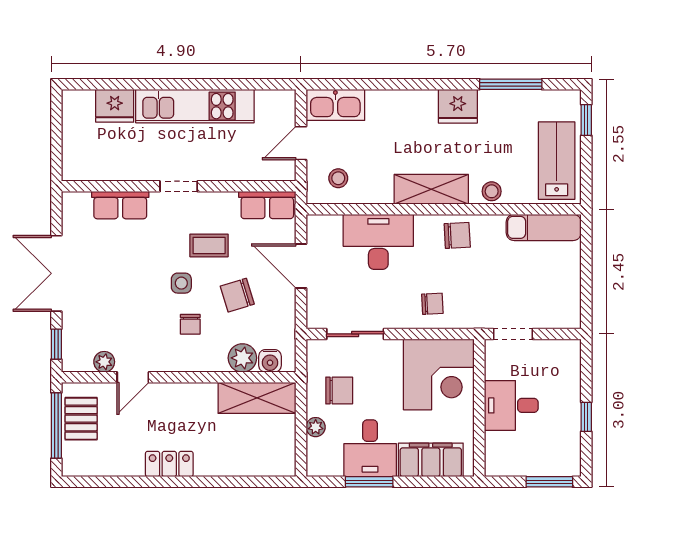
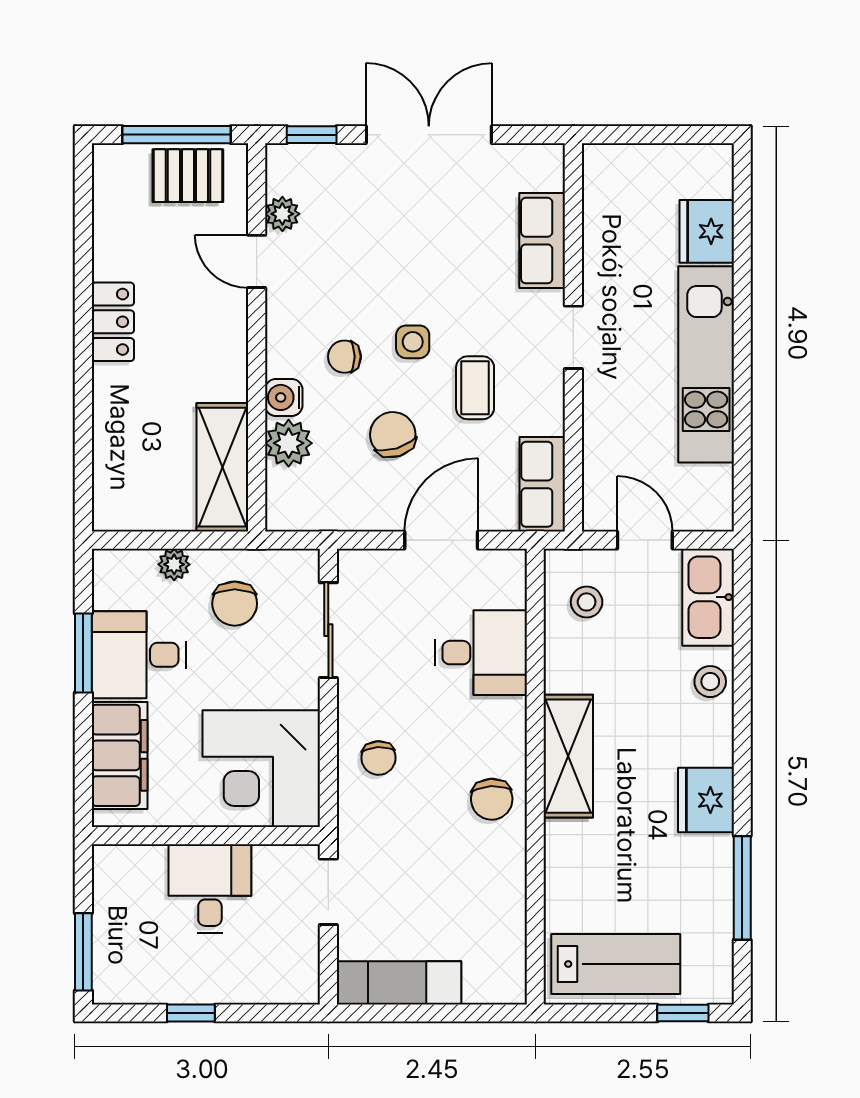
stool: (492, 191) -> (710, 682), moved
exam couch: (544, 227) -> (399, 983), moved, turned 90
desk: (378, 242) -> (481, 653), width x0.73
water cooler: (270, 361) -> (284, 397), moved

